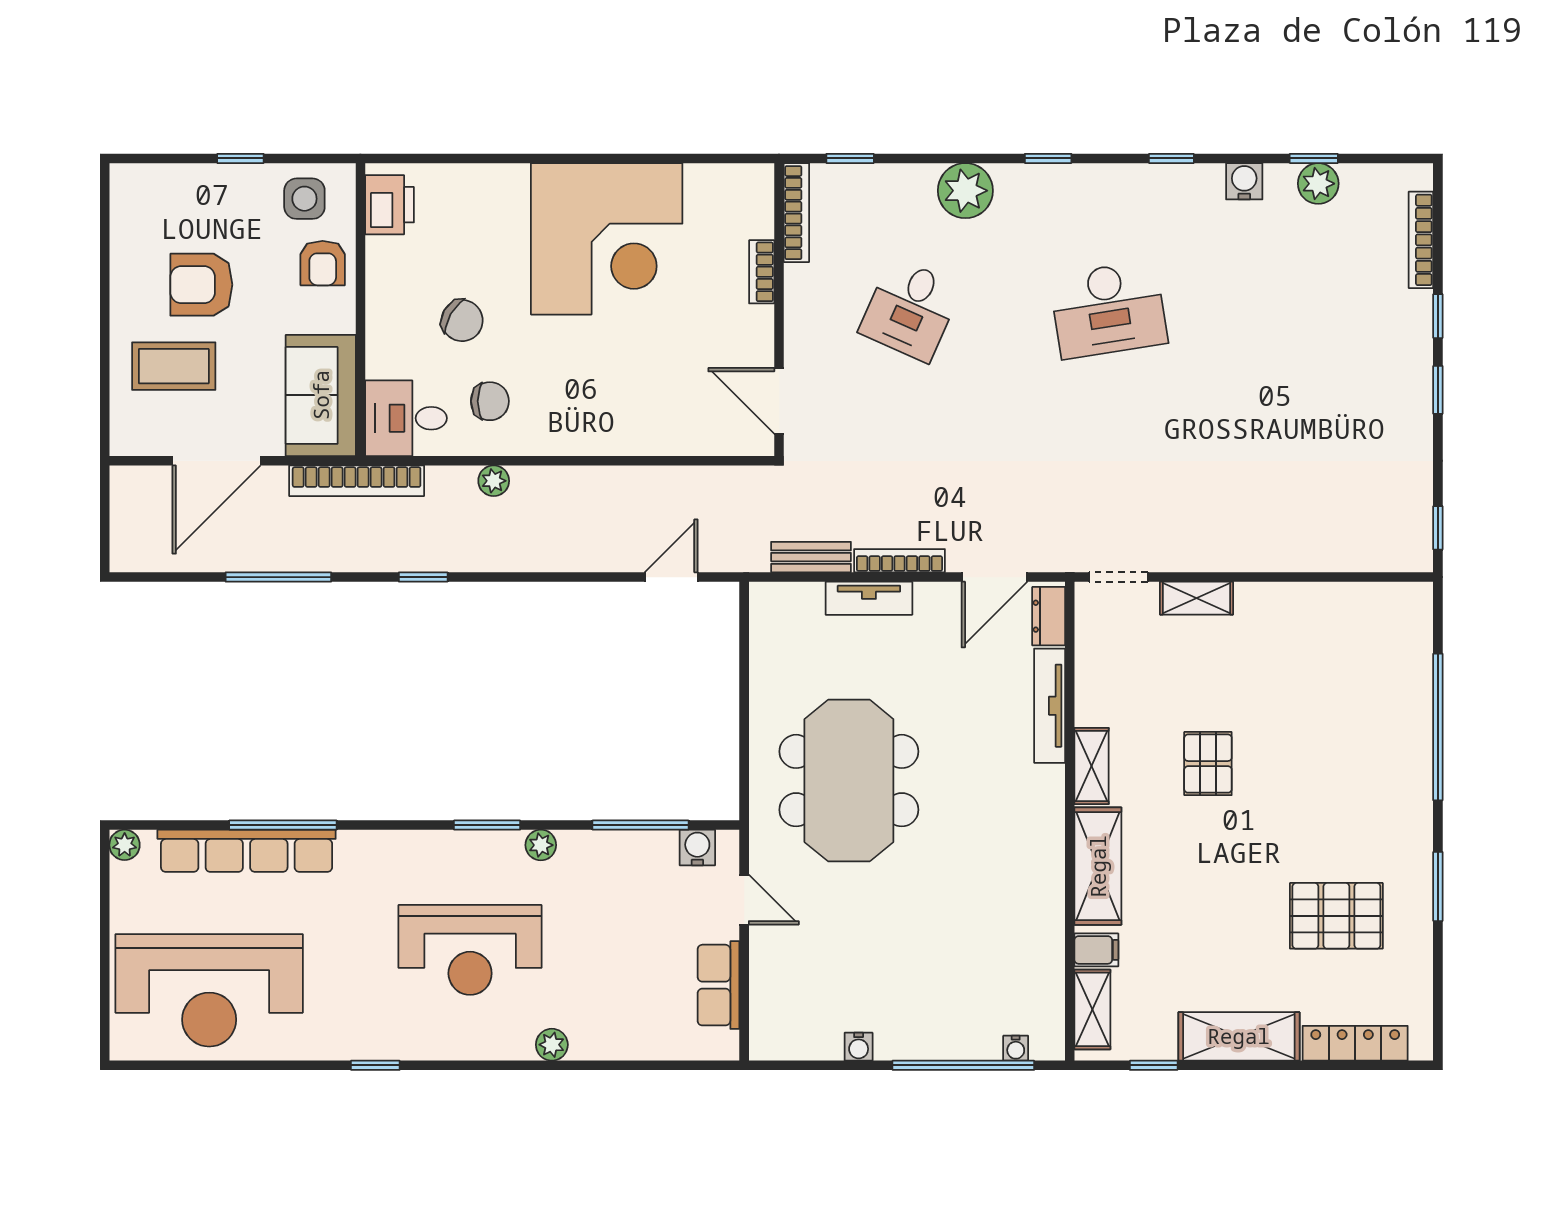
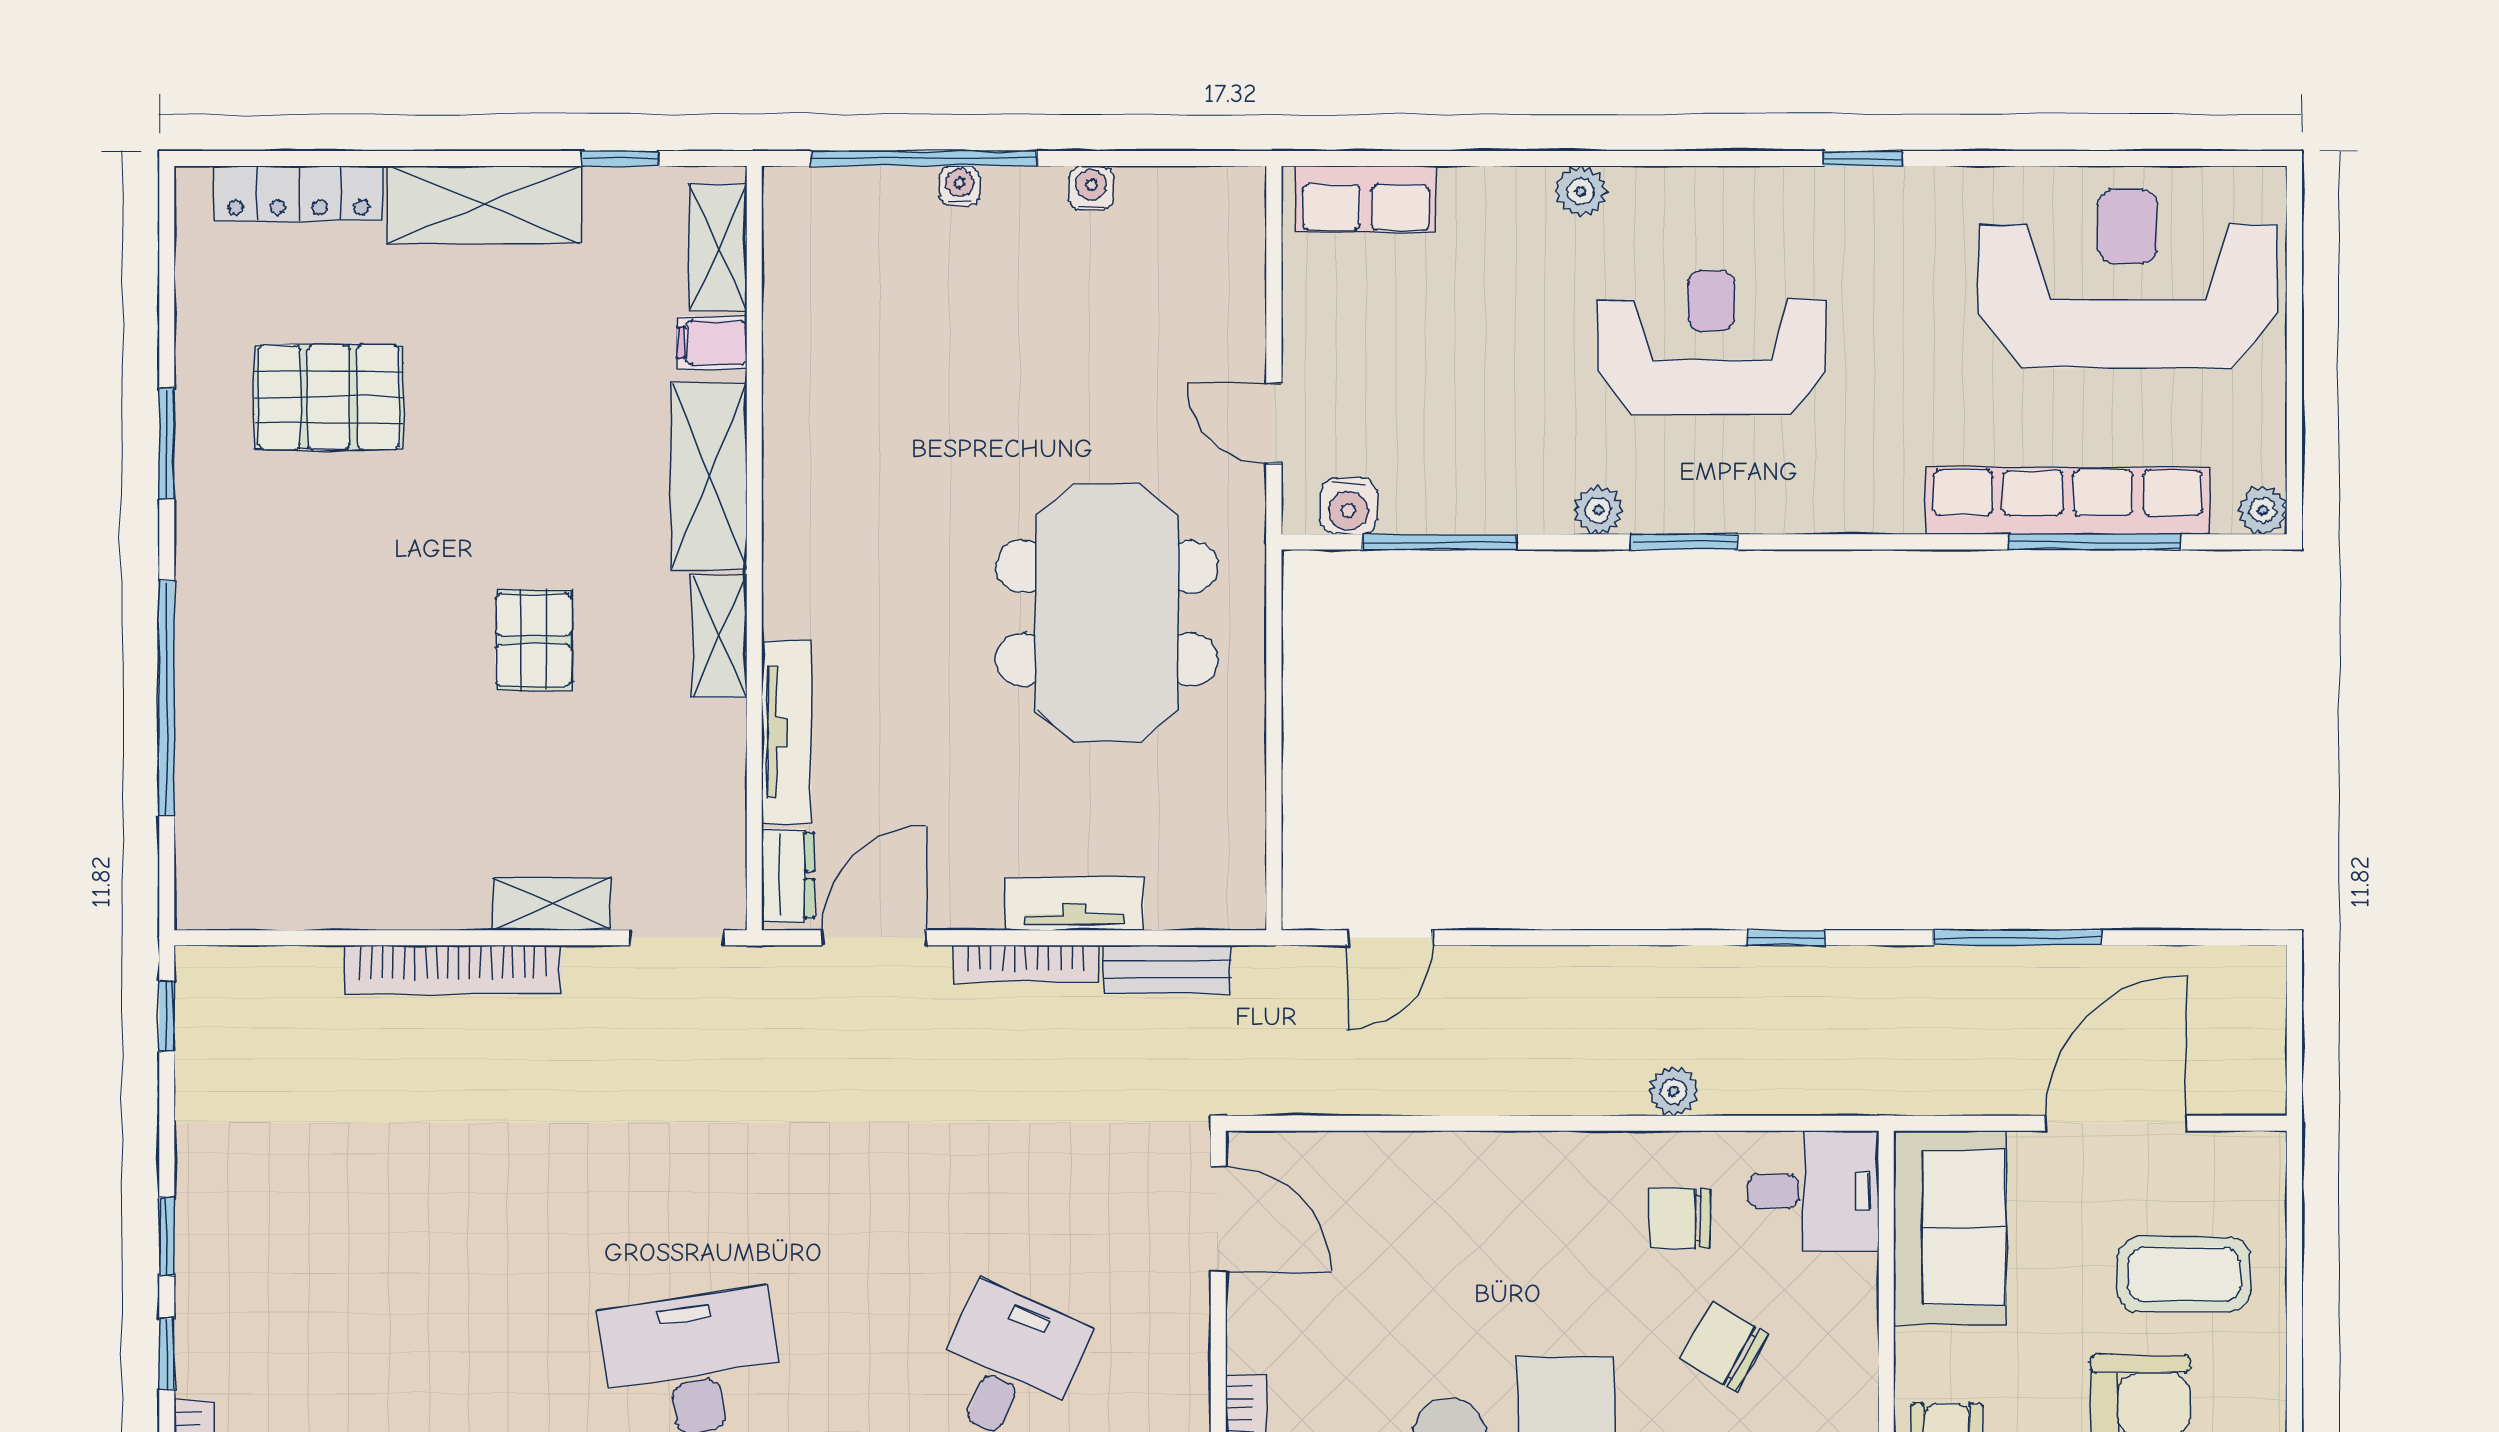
bookcase: (357, 481) -> (453, 970), moved, turned 180
window: (283, 825) -> (2095, 542), moved
row of seats: (719, 985) -> (1366, 199), moved, turned 90
water cooler: (1016, 1048) -> (959, 186), moved

